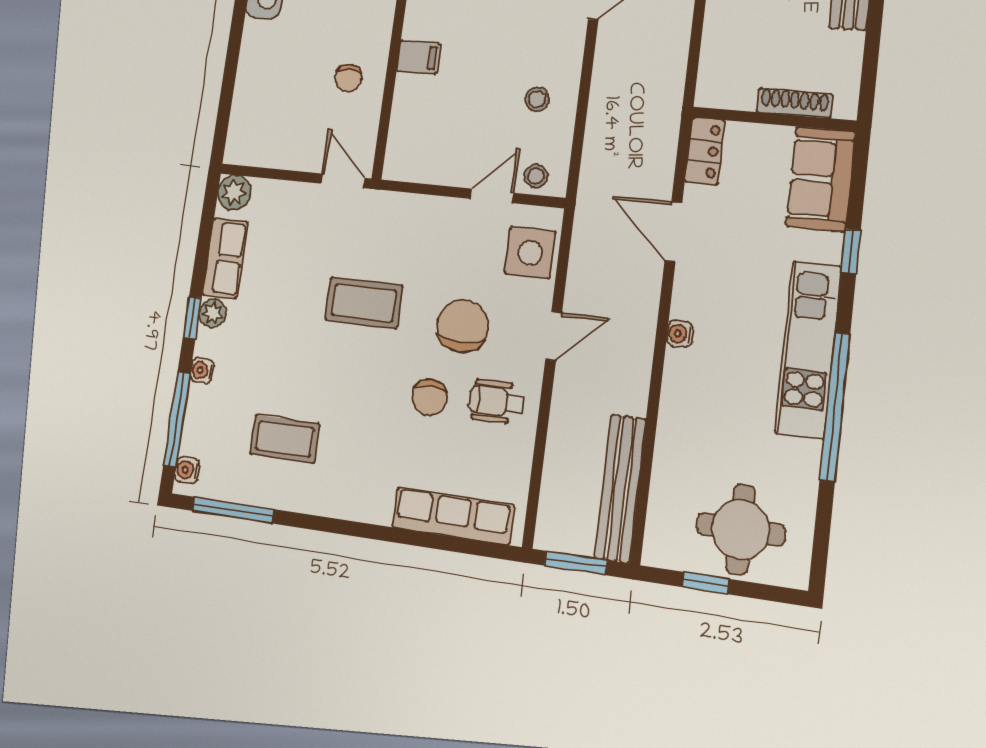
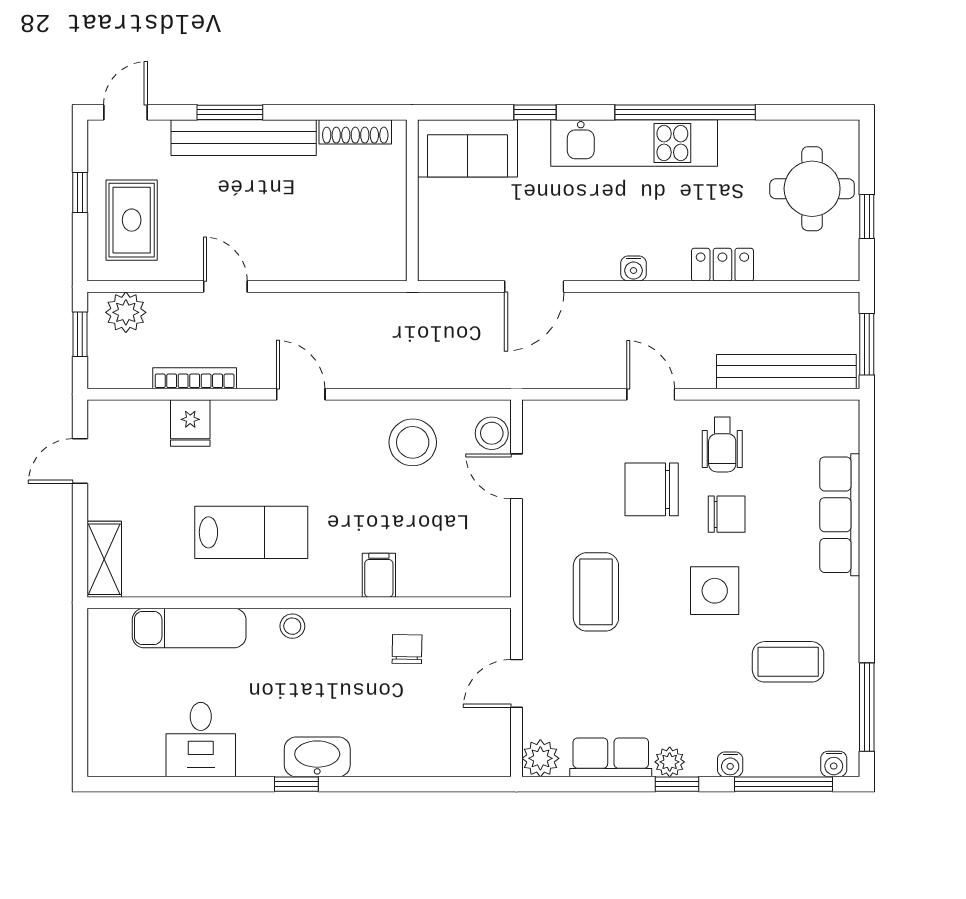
chair: (348, 78) -> (407, 649), turned -89
stool: (537, 99) -> (413, 442), width x1.89, depth x1.89
shoe rack: (795, 103) -> (355, 132), moved, turned -90
locker: (705, 151) -> (722, 265), moved
stool: (536, 176) -> (492, 433), width x1.37, depth x1.37
door: (343, 181) -> (516, 683), moved
side table: (530, 253) -> (715, 591), moved
coffee table: (364, 303) -> (596, 592), moved
coffee table: (285, 439) -> (788, 662), turned 90
bench: (620, 488) -> (786, 372), moved
row of seats: (453, 516) -> (840, 515), moved

